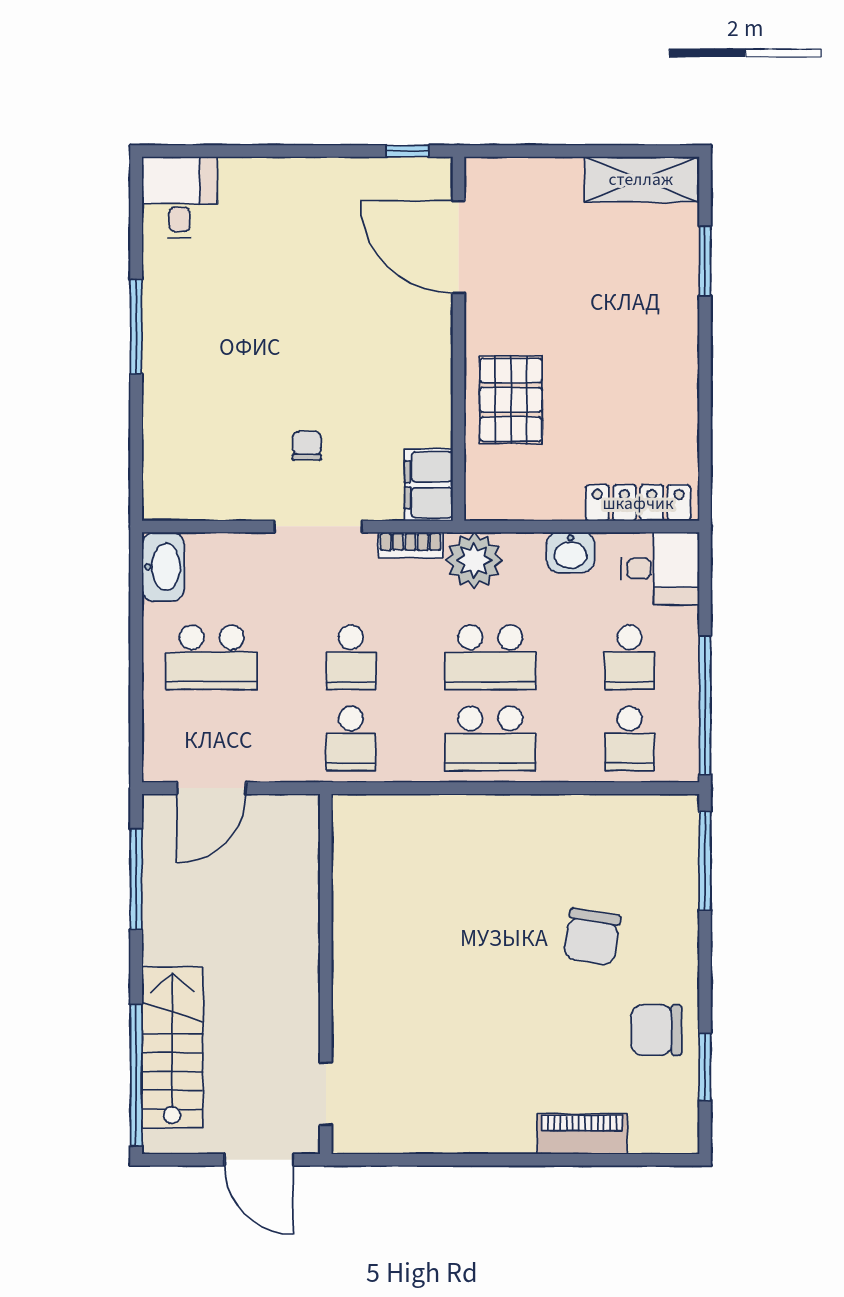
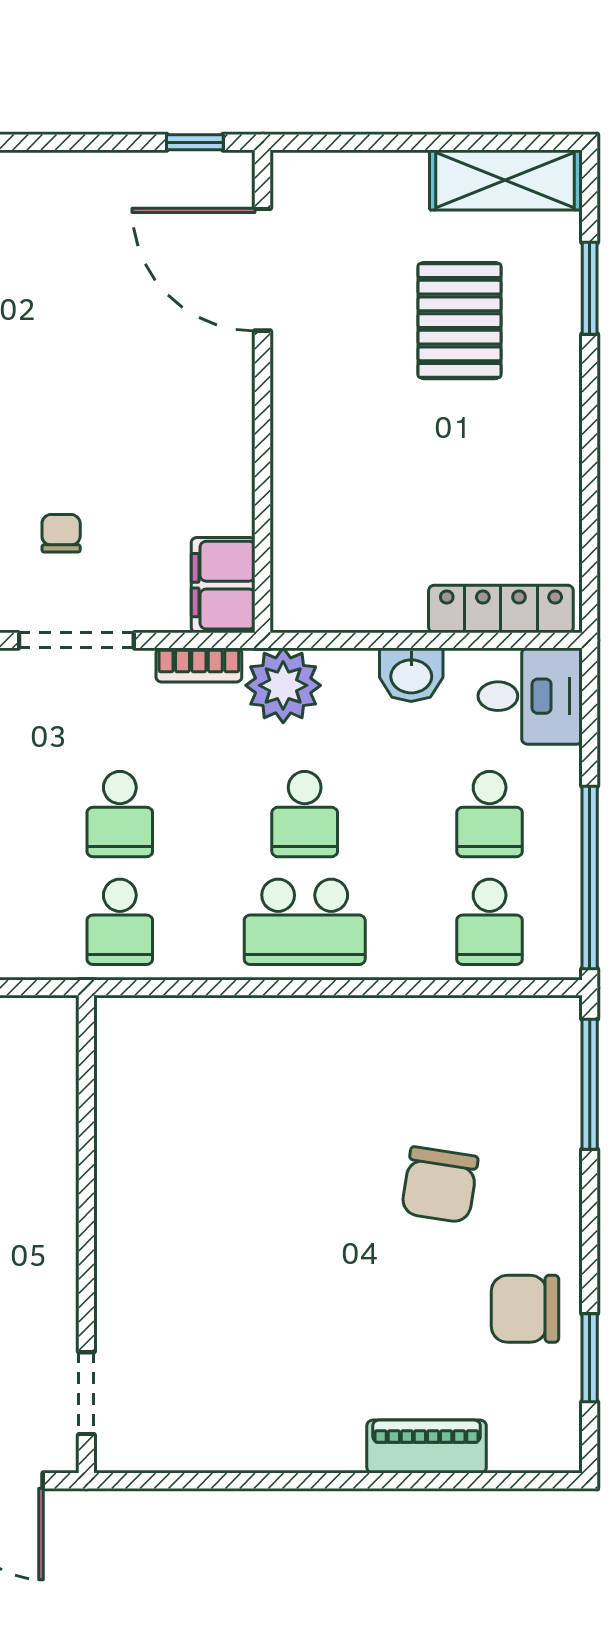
pallet: (511, 400) -> (459, 321), moved
school desk: (490, 657) -> (305, 814), width x0.54

